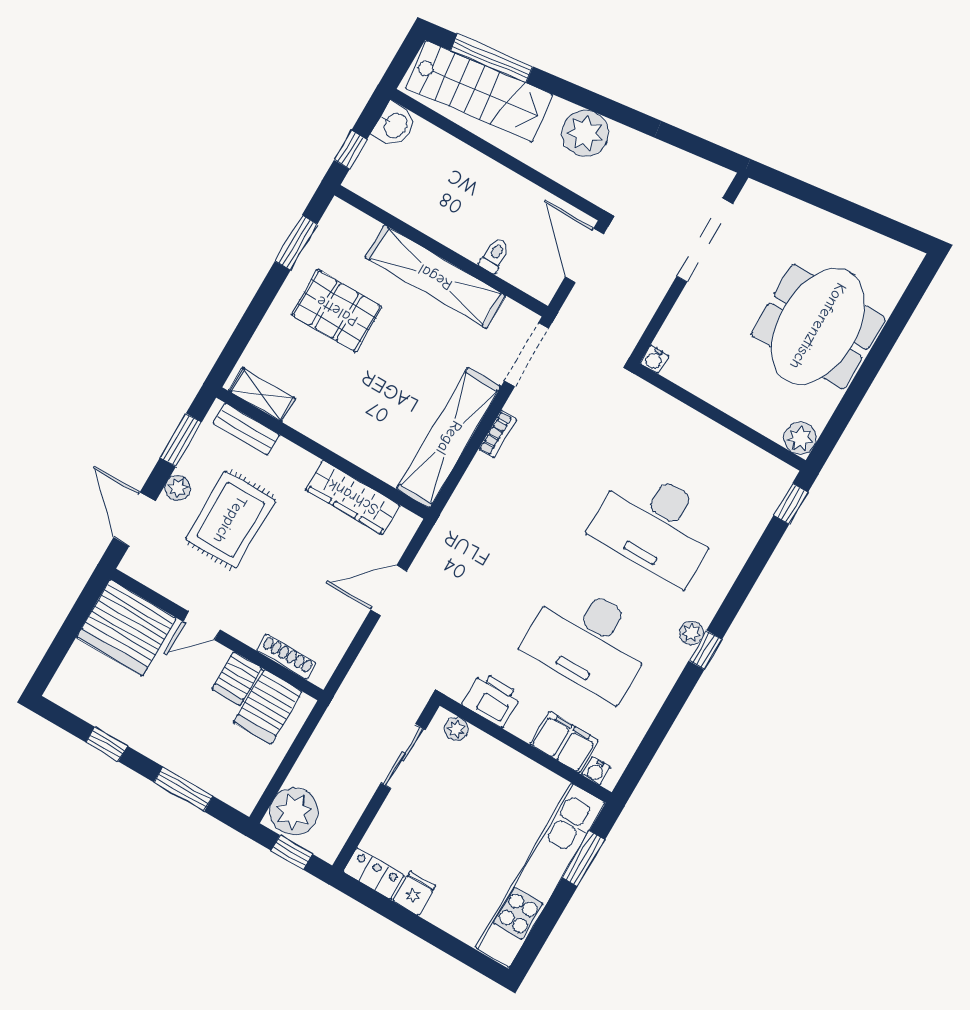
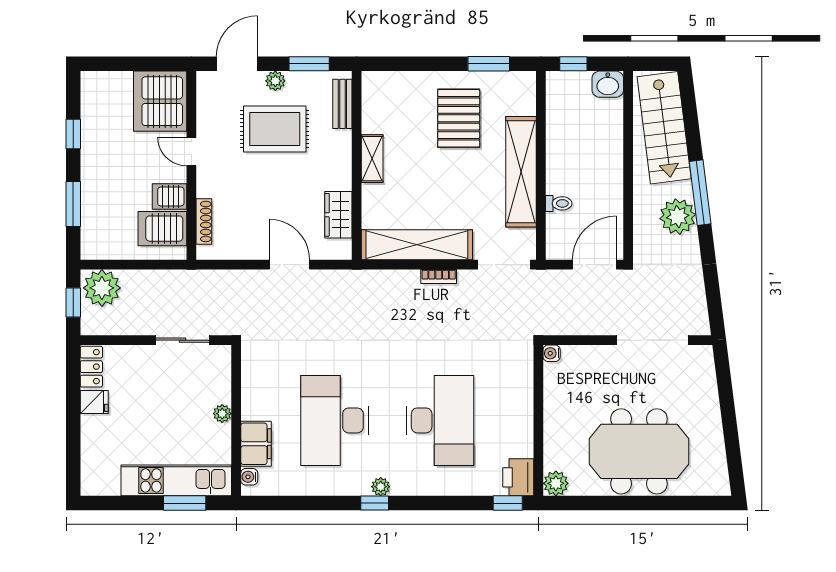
window: (492, 58) -> (700, 193), moved
shelving: (262, 395) -> (372, 159), moved
wardrobe: (353, 497) -> (338, 215), width x0.67
desk: (656, 525) -> (440, 420), turned 180
printer: (492, 700) -> (518, 477), moved, turned 180
plant: (456, 729) -> (222, 414), moved
kitchen unit: (540, 875) -> (176, 480), width x0.73

